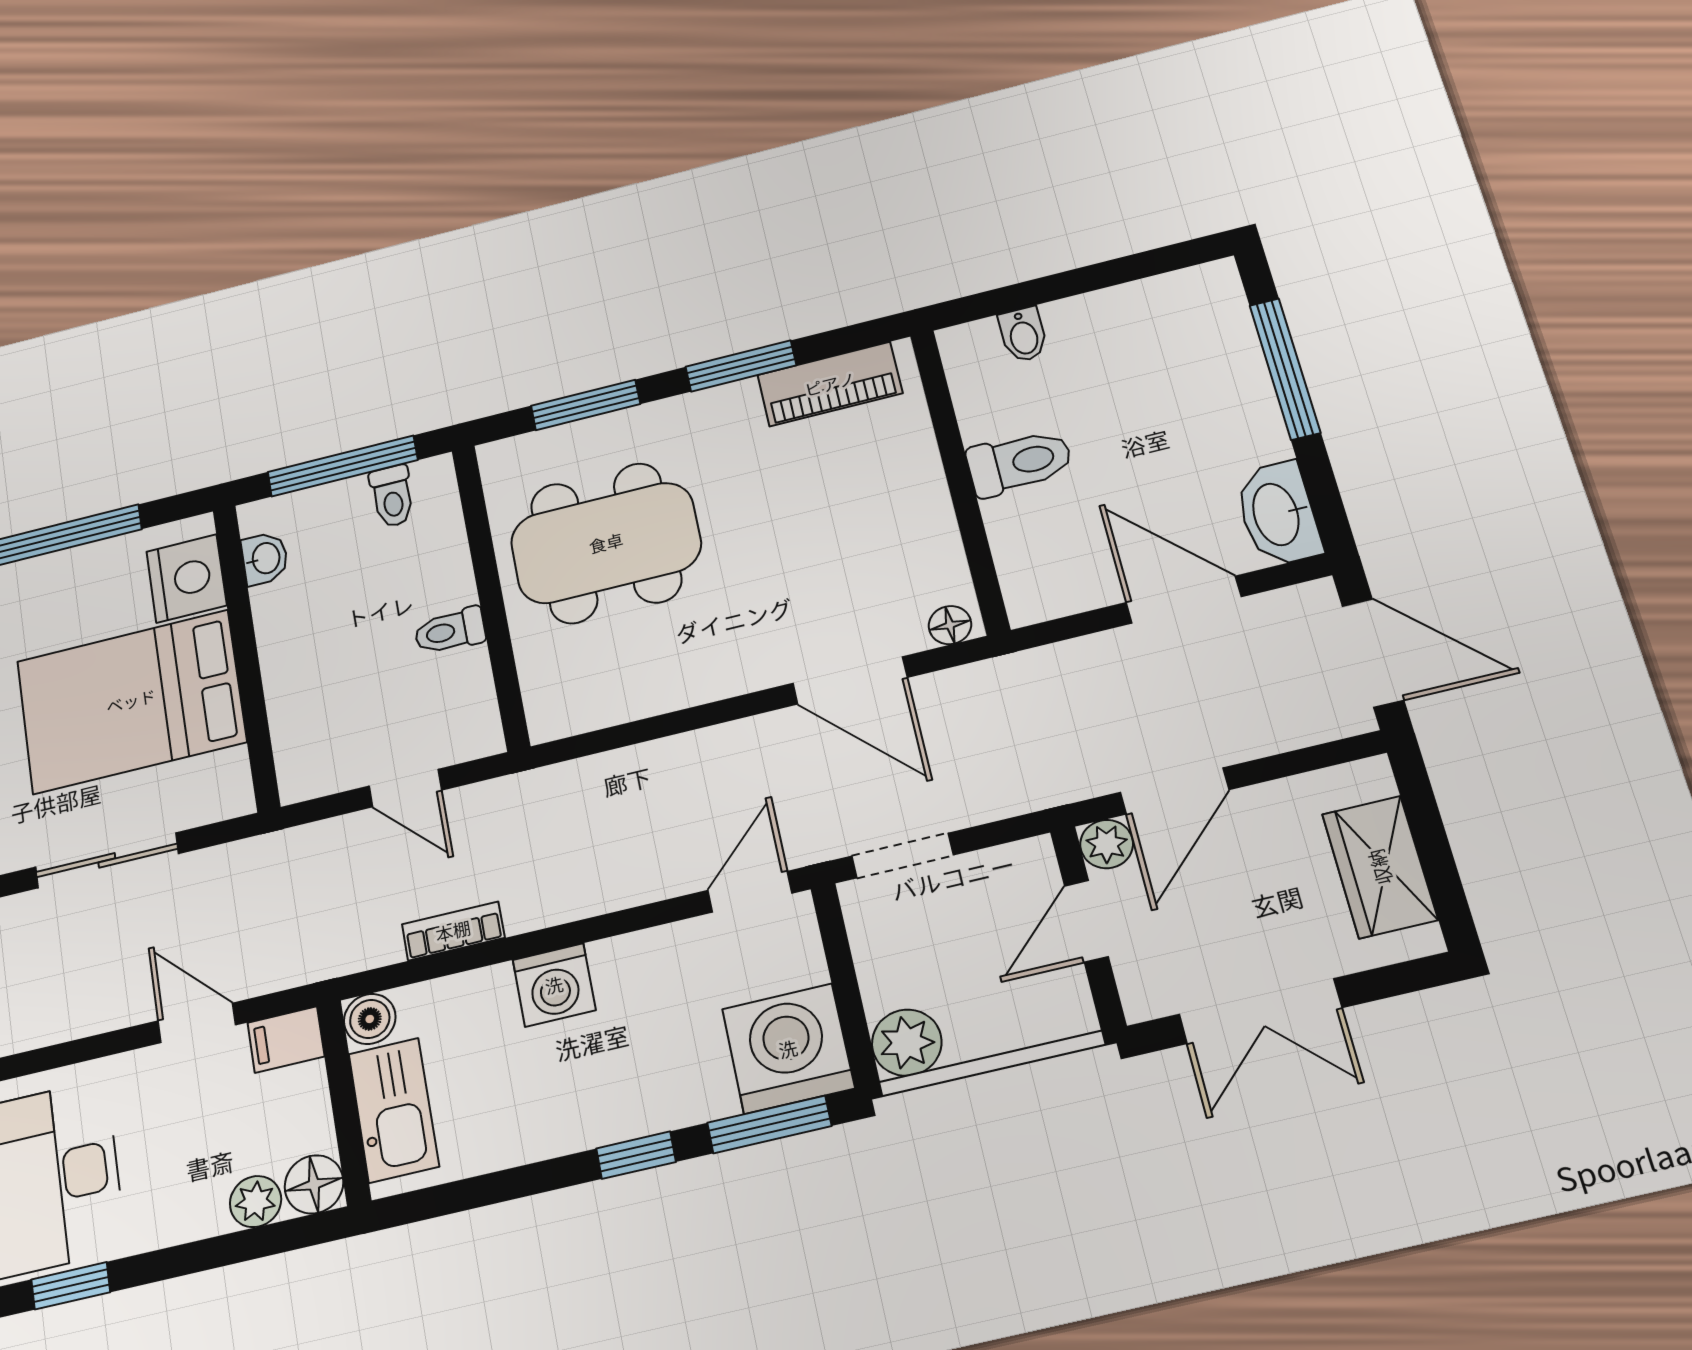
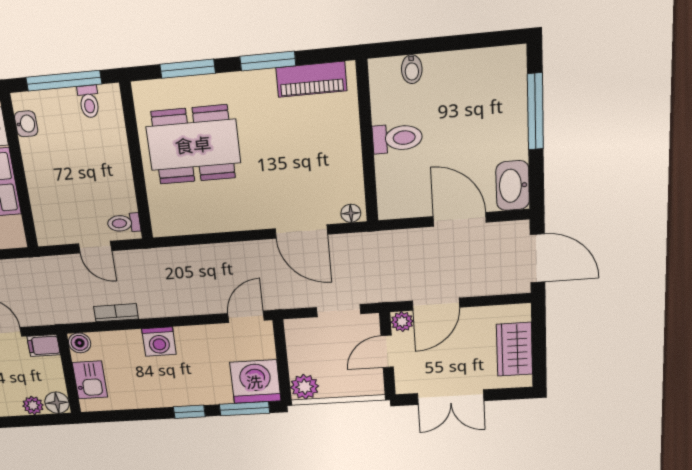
toilet: (450, 631) -> (124, 223), moved
doorway: (903, 855) -> (339, 311), moved
kitchen sink: (394, 1110) -> (90, 380), width x0.73

